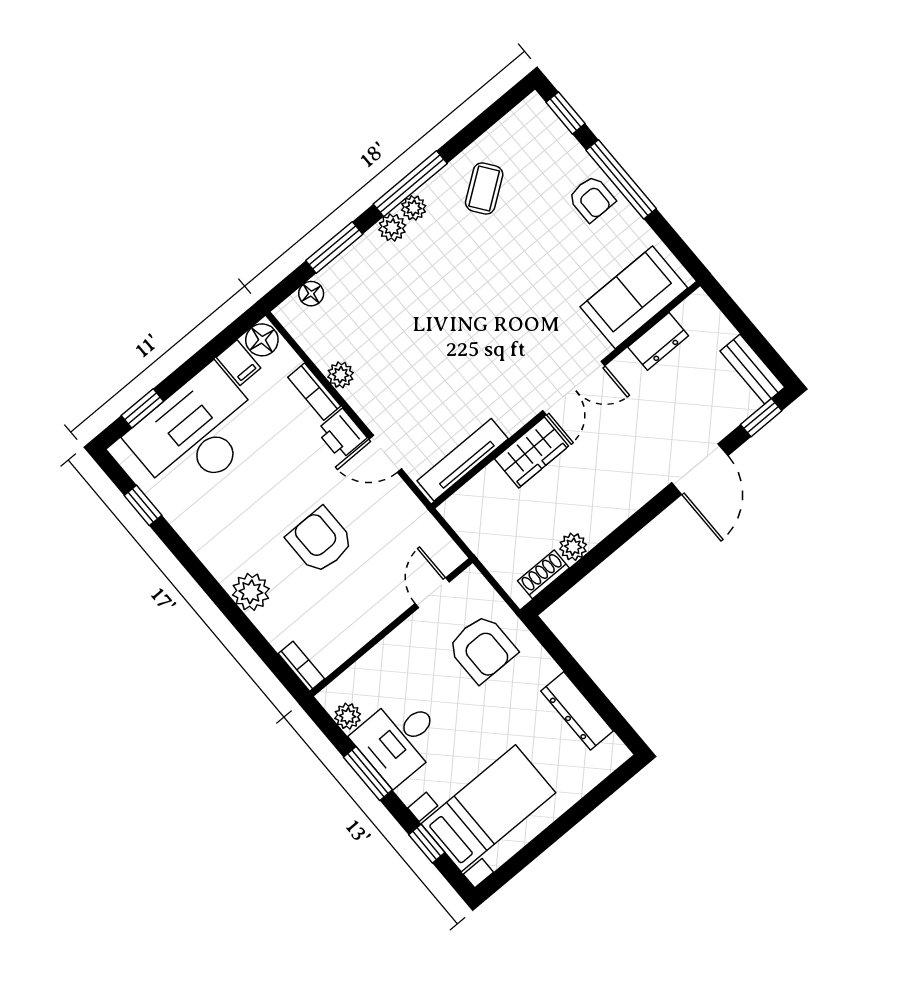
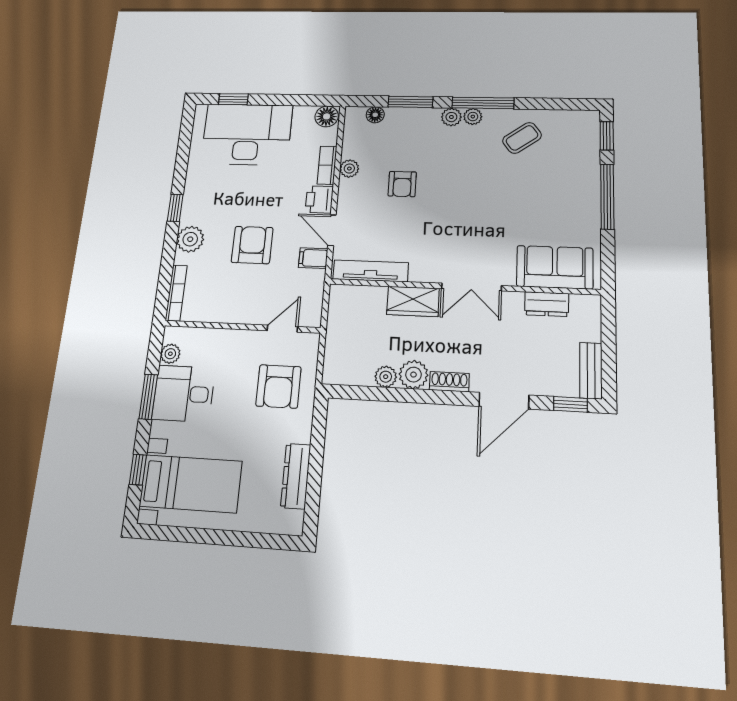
armchair: (592, 199) -> (402, 184), moved
filing cabinet: (238, 363) -> (313, 258), moved, turned 90
window: (143, 505) -> (175, 208), moved
plant: (597, 521) -> (413, 375), added
shoe rack: (543, 574) -> (449, 382), moved
bookcase: (301, 666) -> (176, 293), width x1.56

